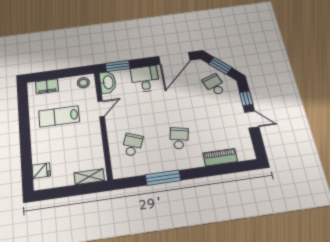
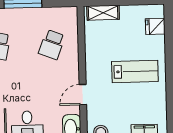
lab bench: (59, 116) -> (135, 71), moved

